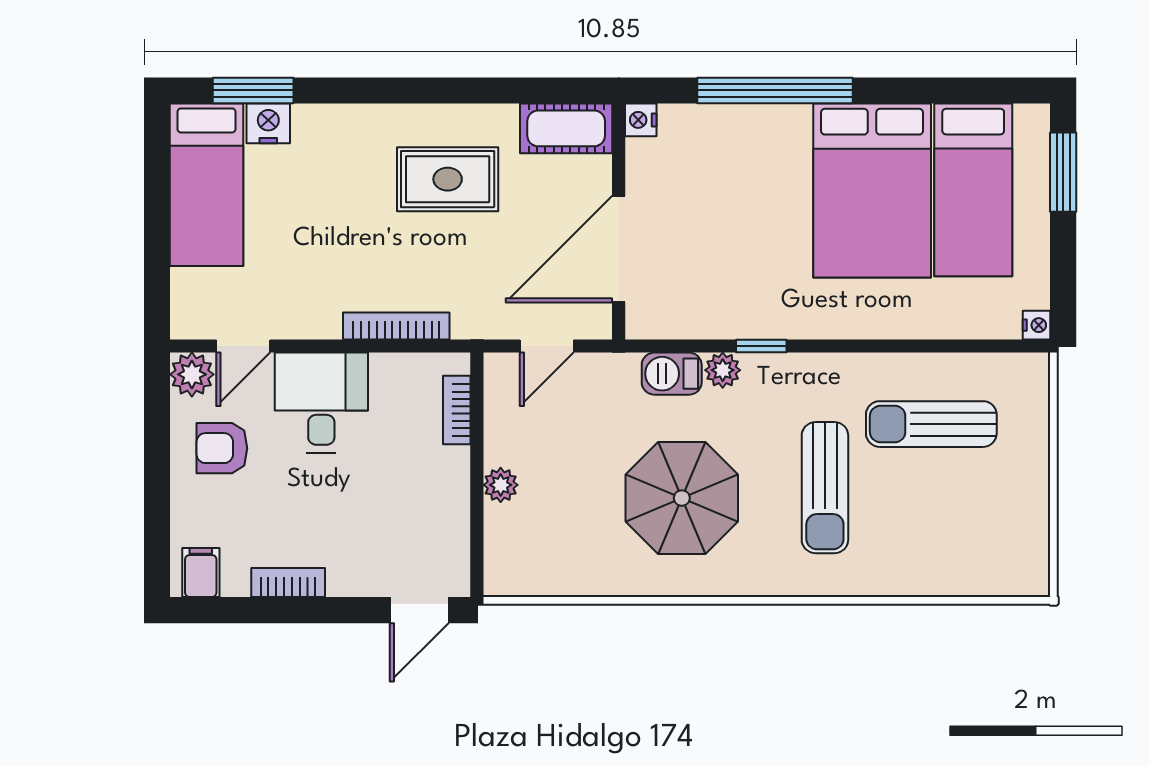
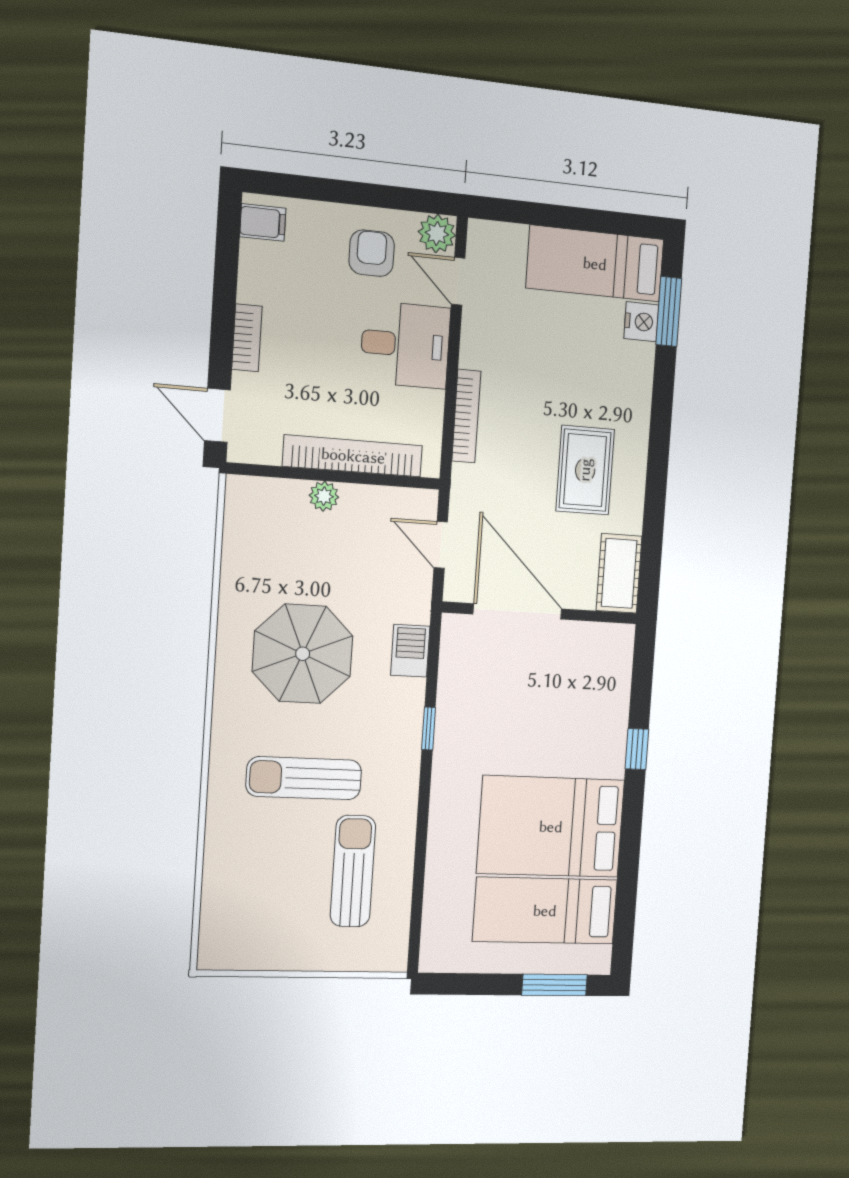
window: (775, 90) -> (637, 749), width x0.32
nightstand: (641, 120) -> (621, 636), removed
nightstand: (1037, 325) -> (431, 961), removed
plant: (723, 370) -> (410, 695), removed
bookcase: (457, 410) -> (353, 456), width x2.31, depth x1.31
bookcase: (288, 583) -> (247, 338), moved

